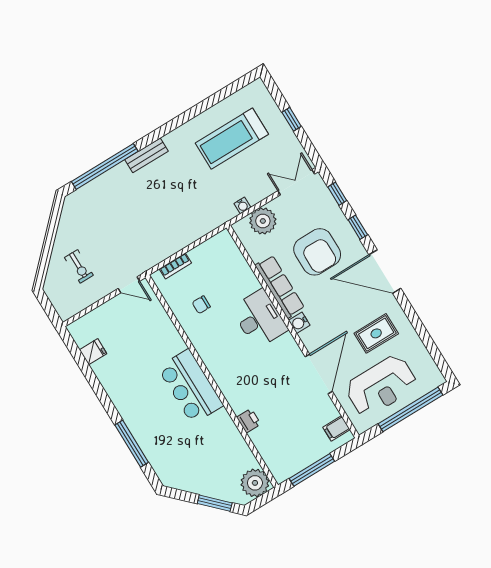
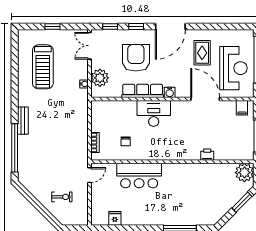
armchair: (317, 252) -> (136, 58), turned -90
bar counter: (191, 387) -> (139, 176), moved

